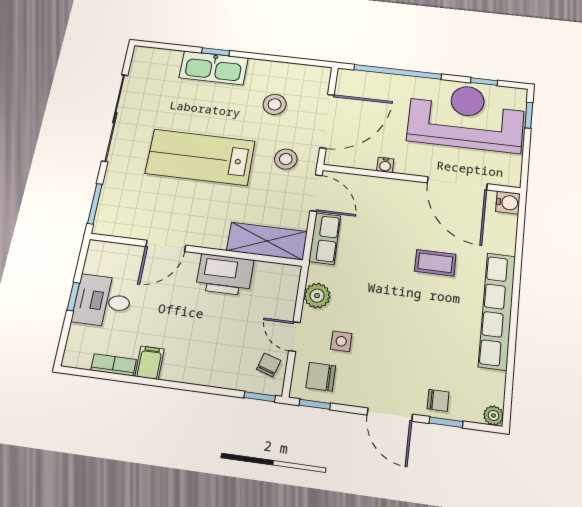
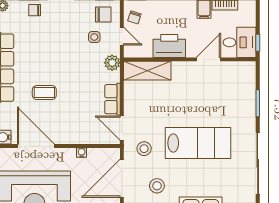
shelving: (267, 241) -> (147, 71), moved
door: (166, 246) -> (208, 59), moved
wall: (195, 250) -> (190, 59), moved
printer: (225, 275) -> (169, 46), moved

